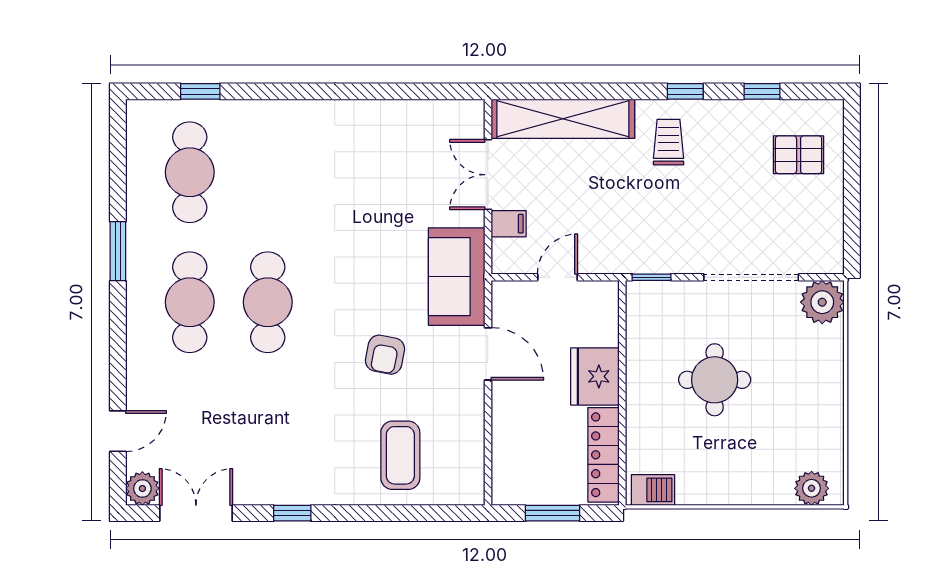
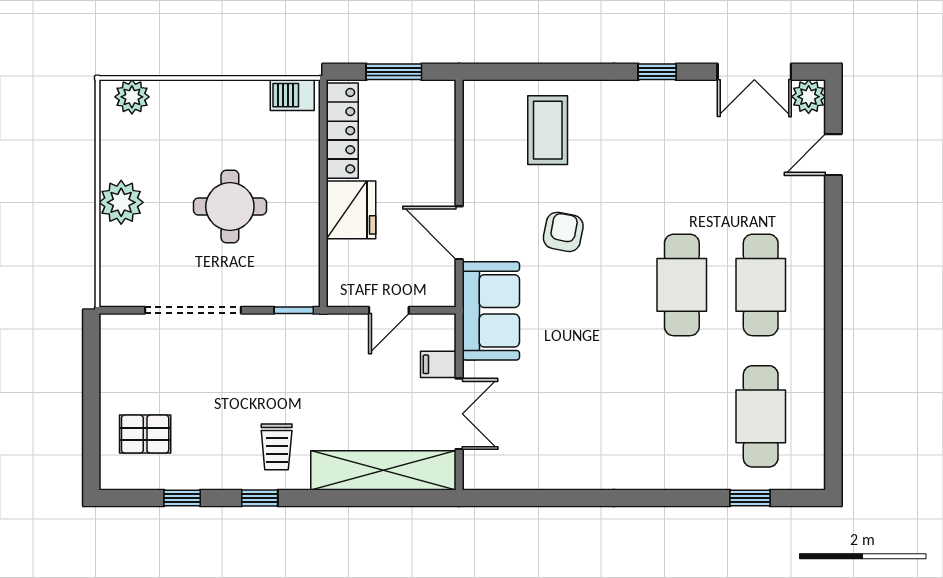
window: (118, 251) -> (833, 337), removed
plant: (822, 302) -> (121, 202), moved

